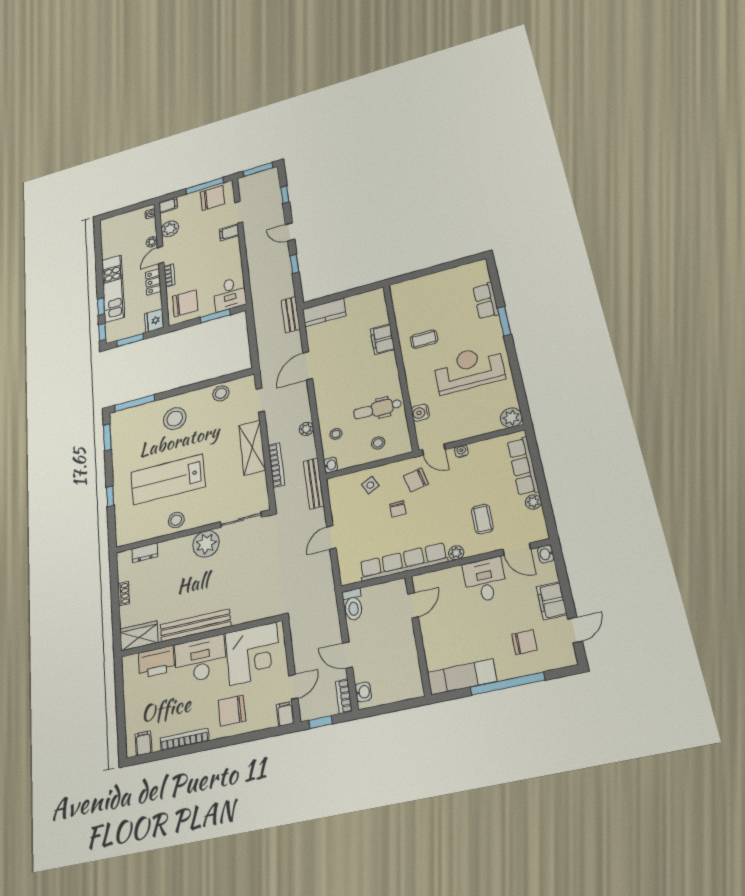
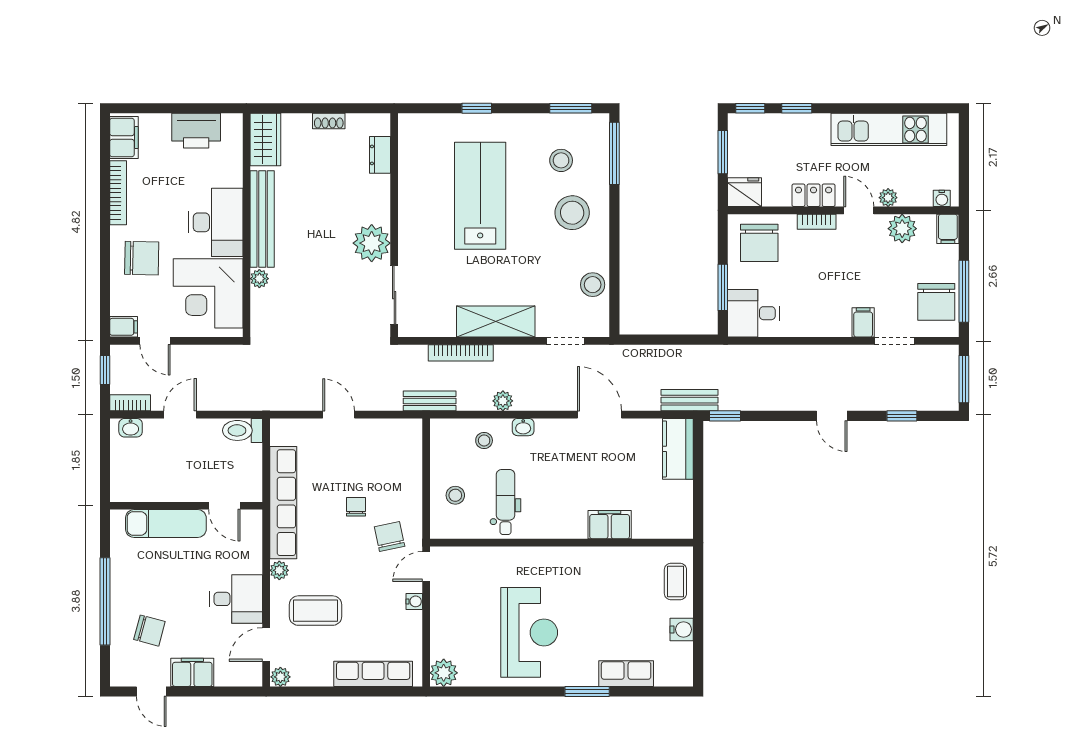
door: (290, 232) -> (832, 416), swing flipped
window: (294, 264) -> (725, 416), moved
kitchen unit: (113, 288) -> (889, 129), moved
coffee table: (424, 339) -> (675, 582), moved
water cooler: (420, 413) -> (682, 629), moved, turned 90
washbasin: (331, 465) -> (523, 427), moved
bench: (314, 483) -> (430, 401), width x0.73
side table: (370, 485) -> (398, 476), removed
plant: (533, 502) -> (280, 677), moved
chair: (398, 509) -> (356, 507), turned 90
coffee table: (482, 519) -> (315, 611), width x1.36, depth x1.30
stool: (176, 520) -> (561, 160), moved
washbasin: (546, 554) -> (252, 678), removed
plant: (238, 618) -> (259, 279), added
chair: (524, 642) -> (149, 631), turned -75
printer: (156, 662) -> (196, 131), moved, turned -90
exam couch: (462, 677) -> (166, 524), moved, turned 90
chair: (232, 711) -> (142, 258), turned 91
filing cabinet: (143, 743) -> (124, 137), width x2.00

